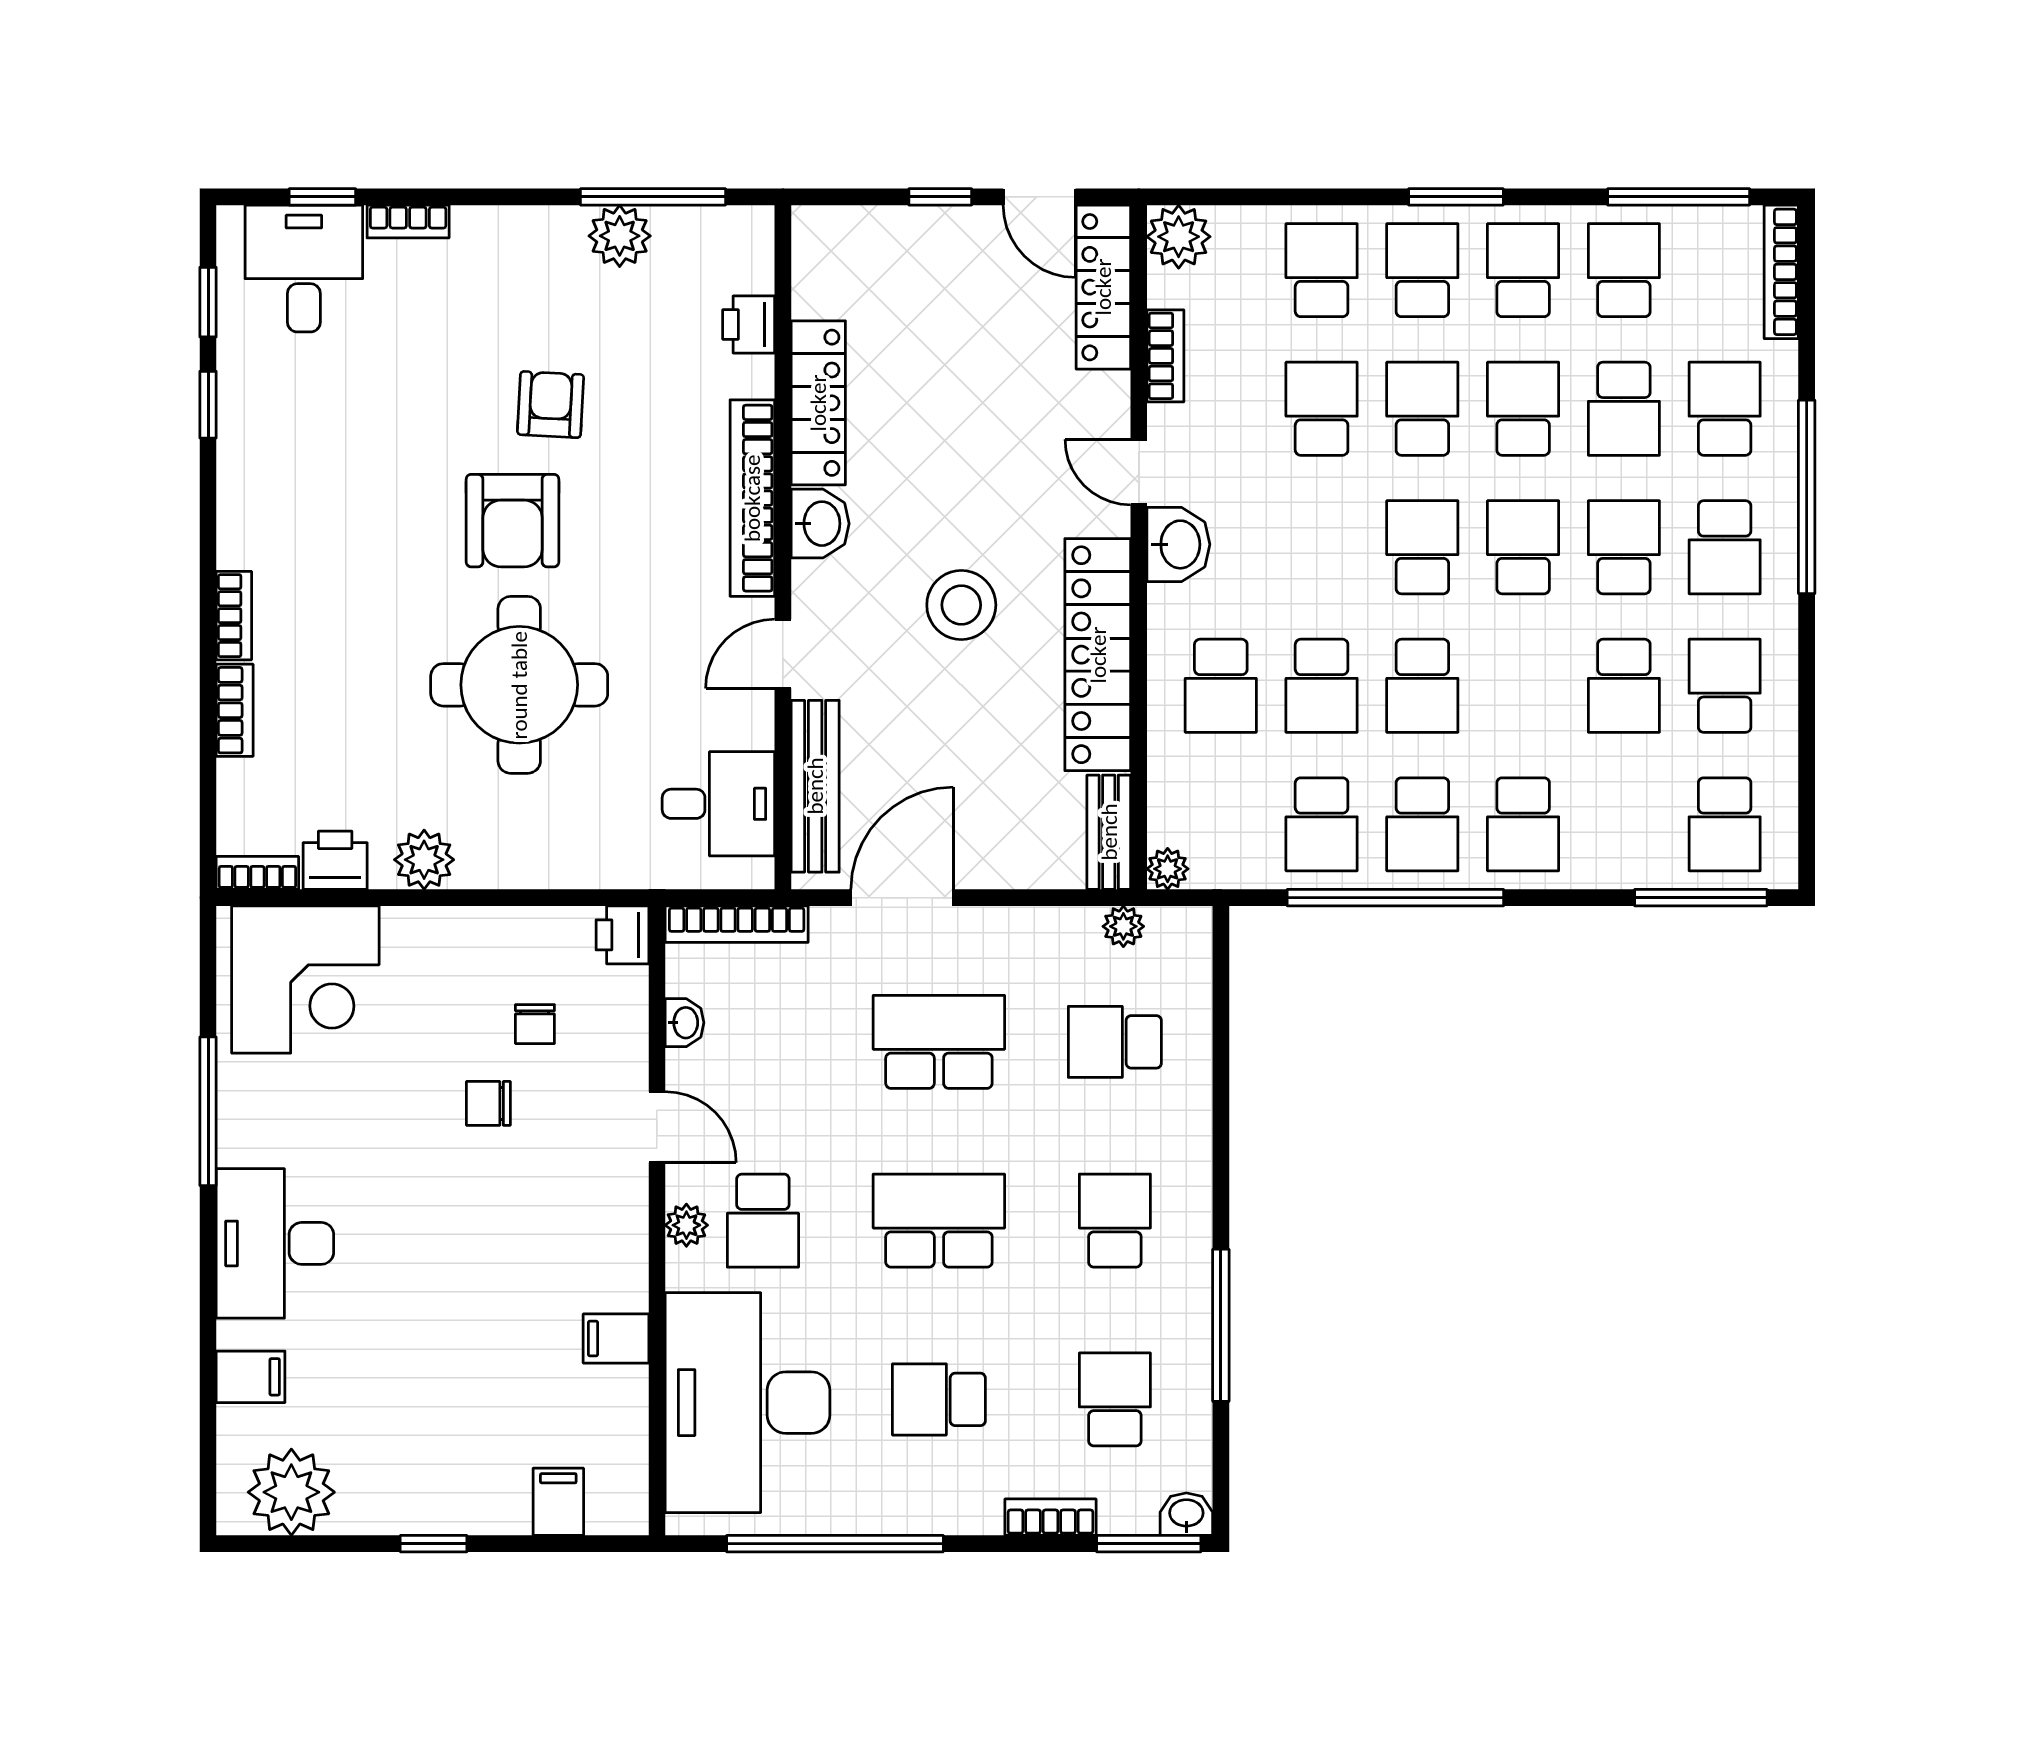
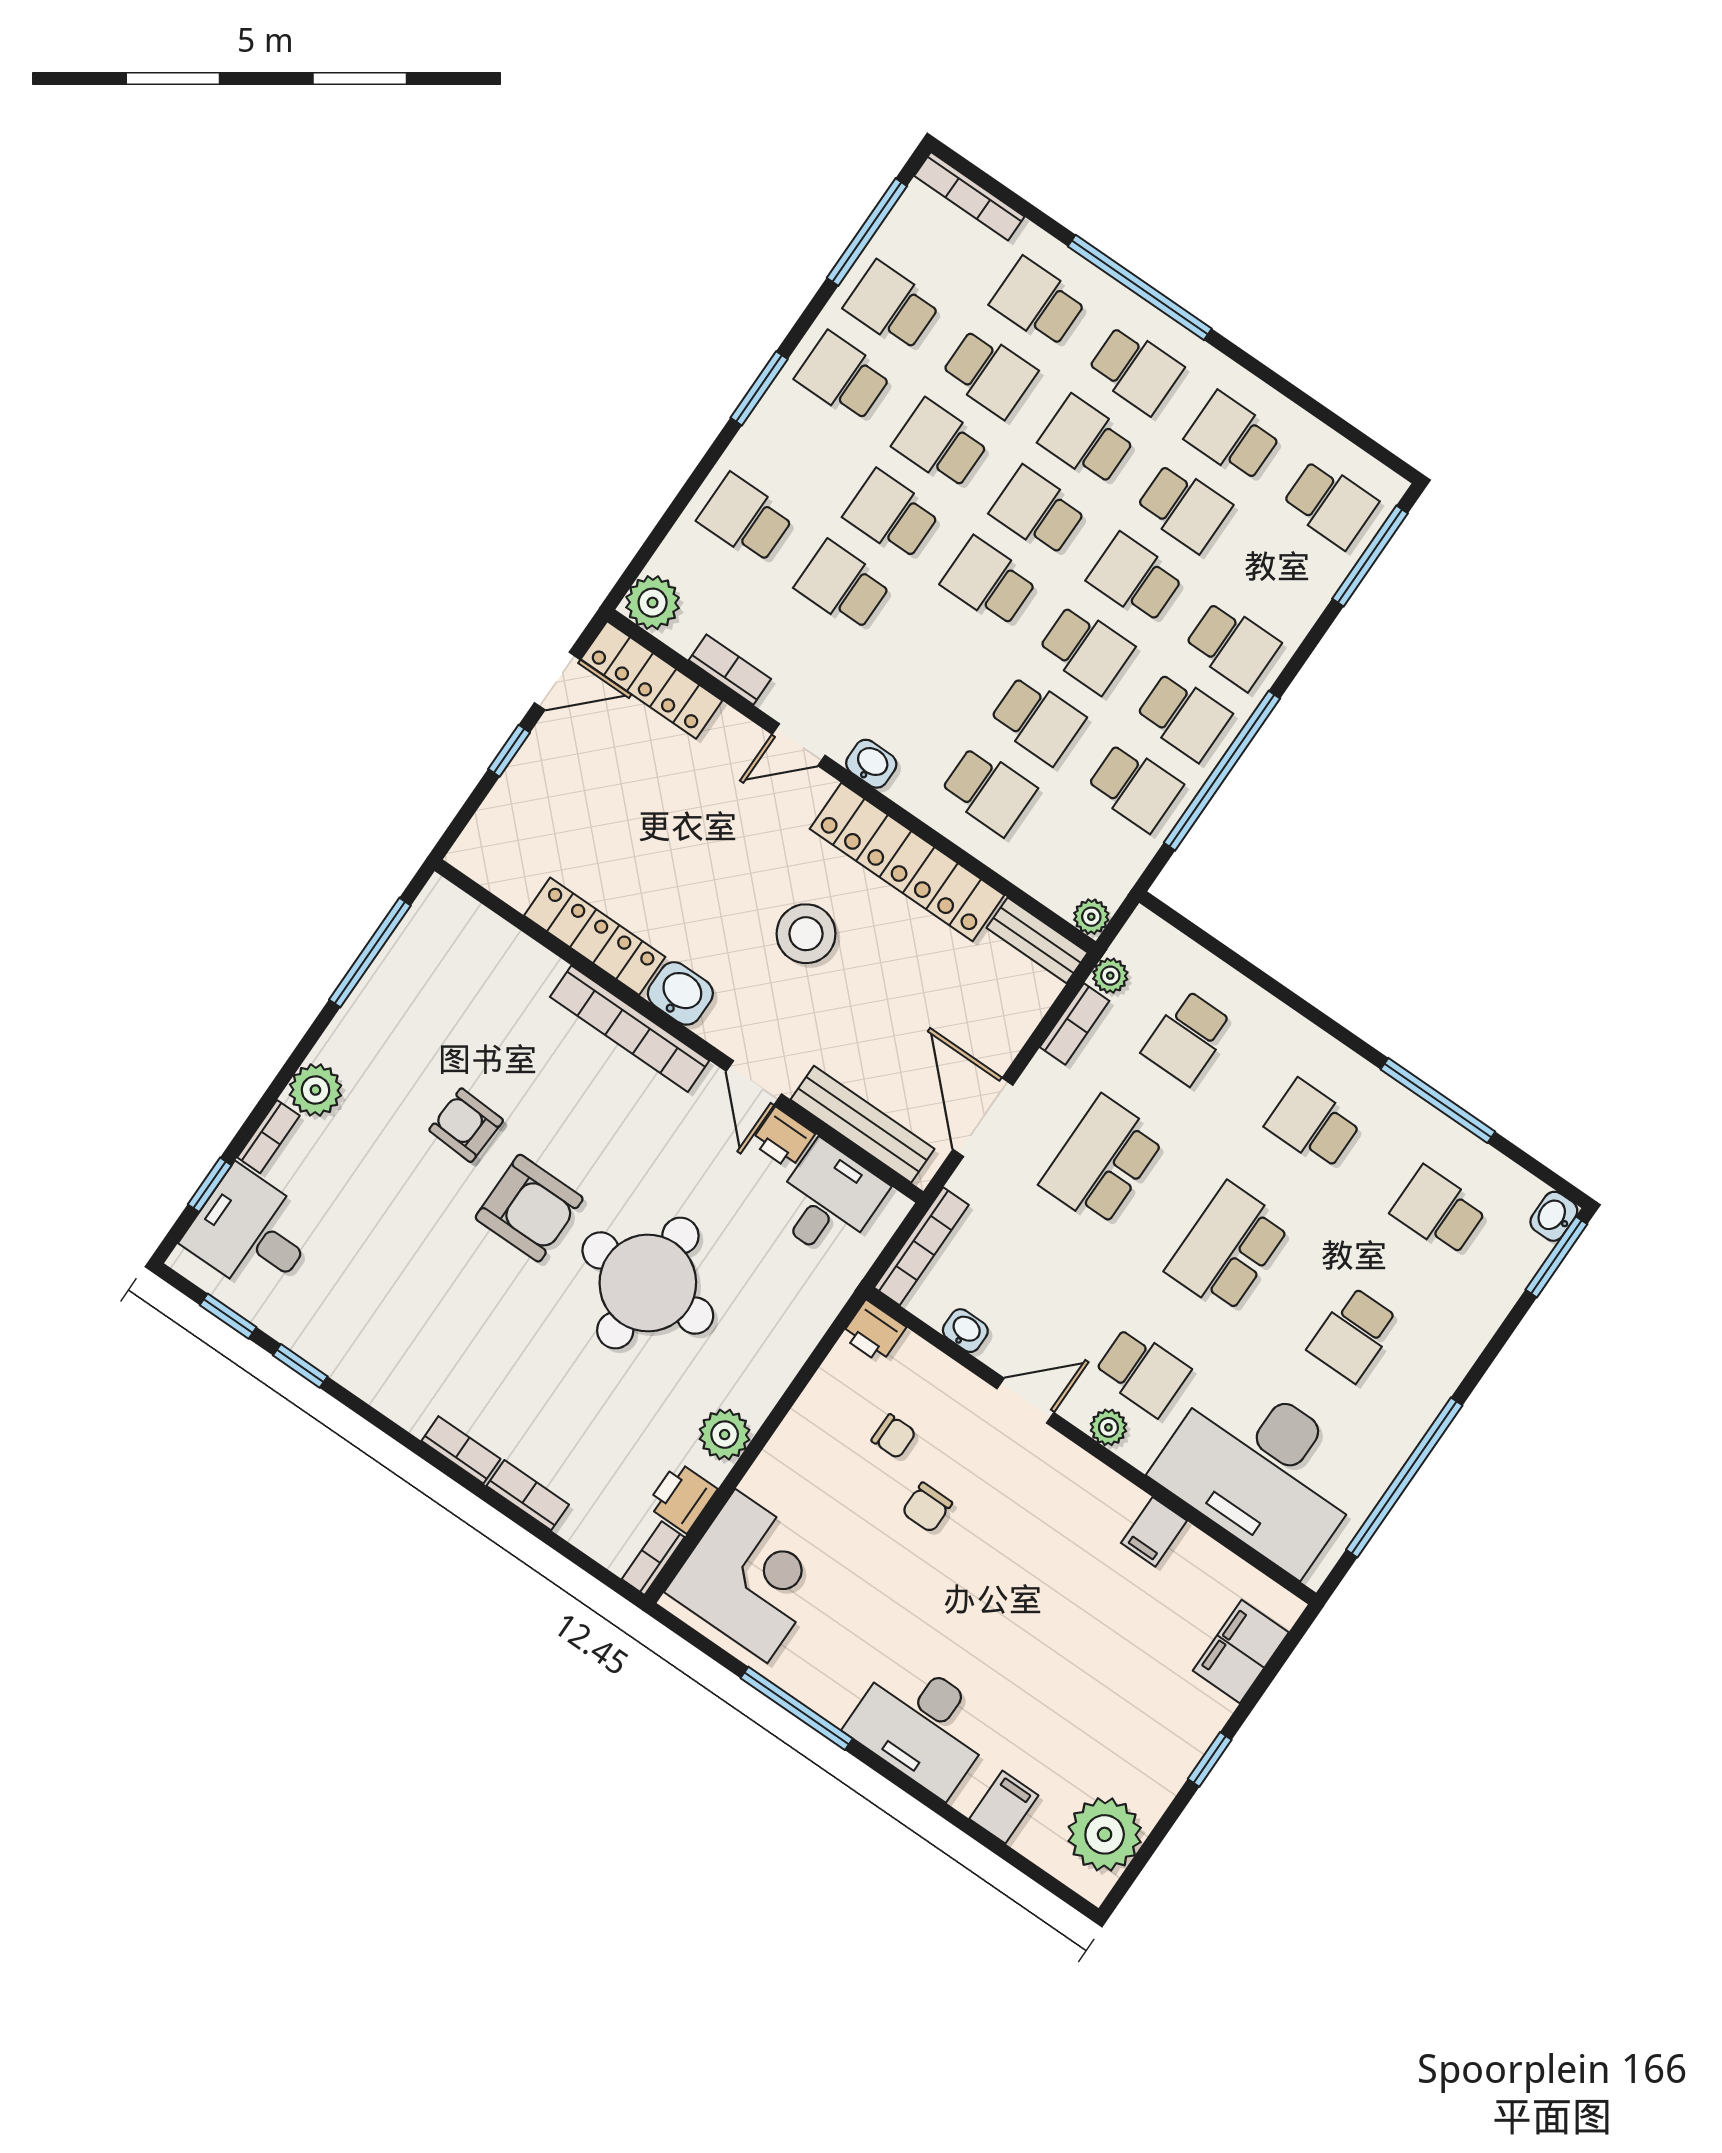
plant: (620, 236) -> (315, 1090), moved
school desk: (1422, 270) -> (1135, 578), moved
printer: (749, 325) -> (783, 1138), moved
washbasin: (1178, 544) -> (871, 764), width x0.72, depth x0.69
filing cabinet: (558, 1502) -> (1241, 1652), width x2.00
bookcase: (1051, 1517) -> (1075, 1024), moved, turned 180

